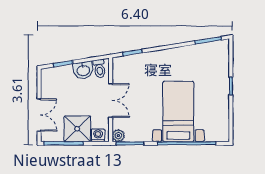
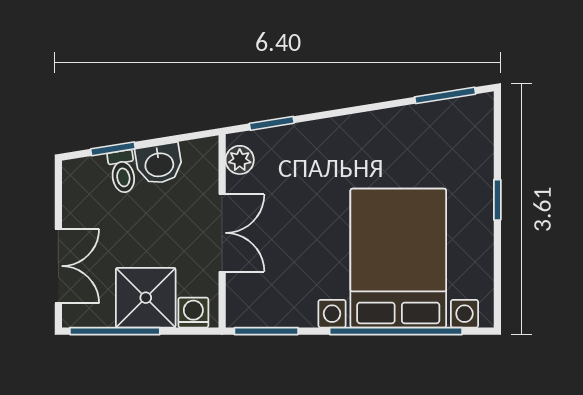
toilet: (99, 69) -> (122, 172), moved
bed with nightstands: (178, 111) -> (398, 258), width x1.36
plant: (118, 136) -> (240, 160), moved

